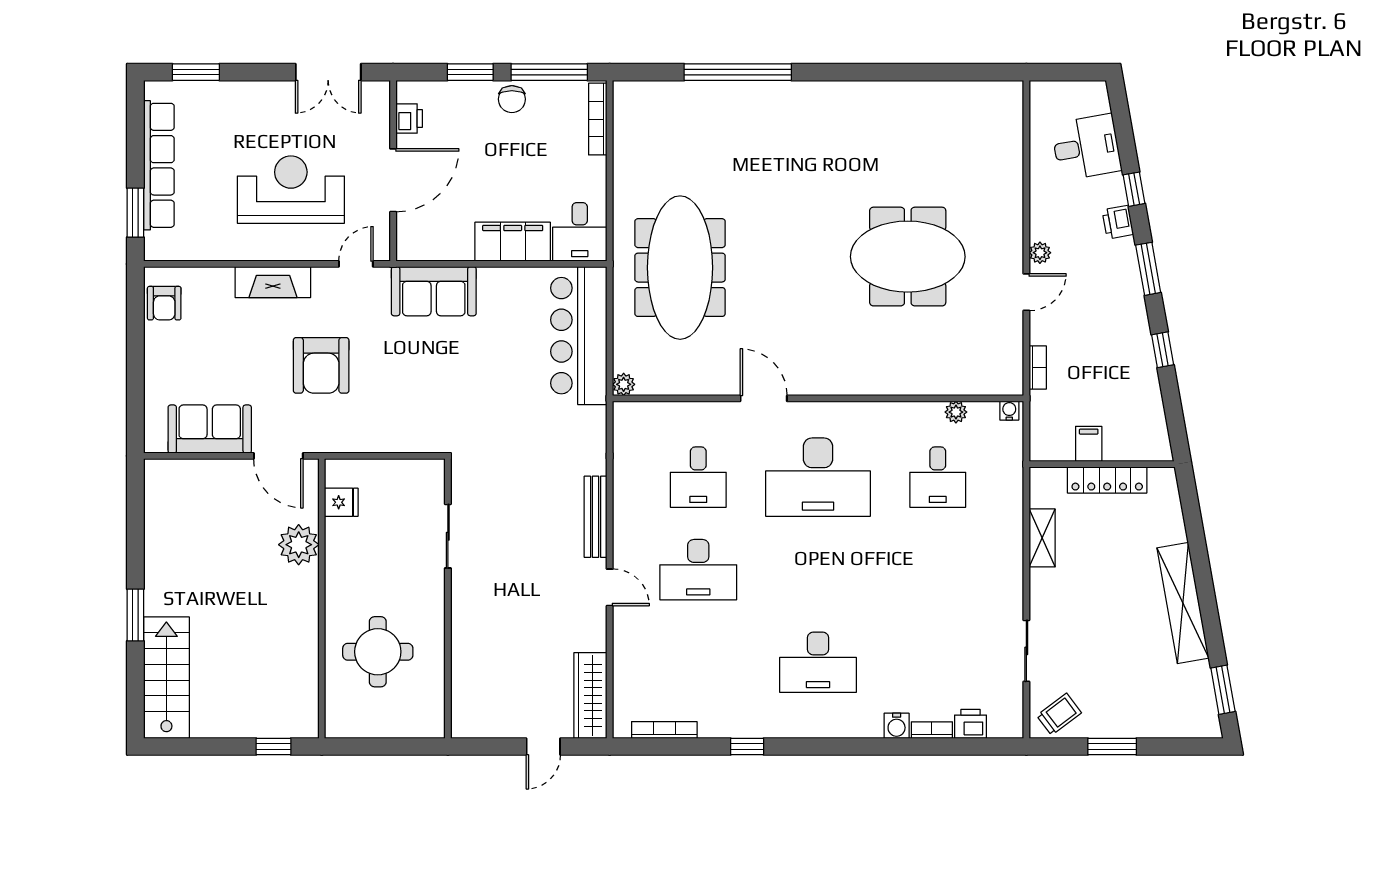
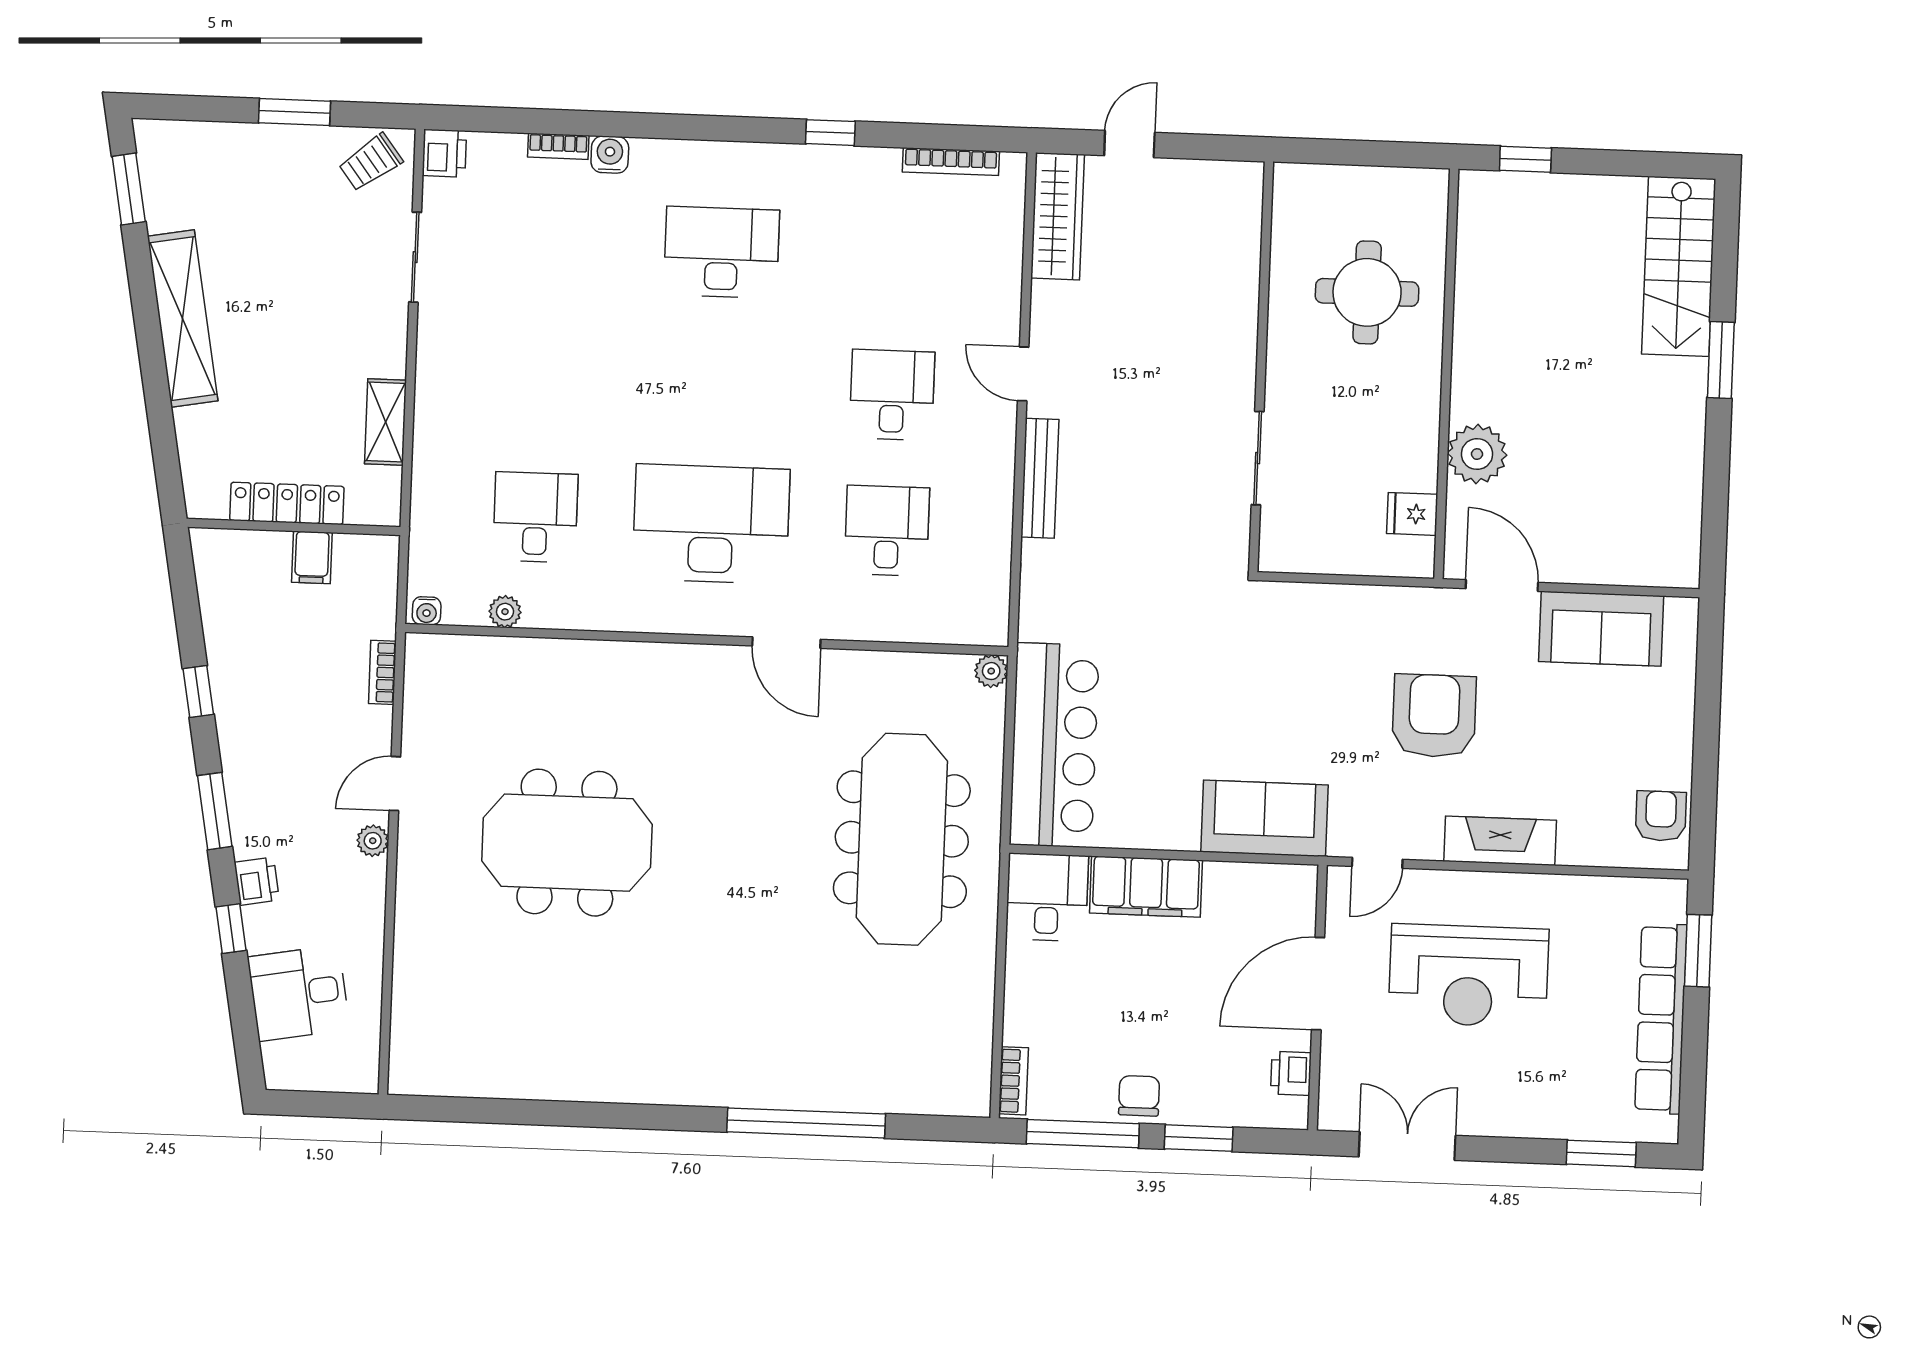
bookcase: (598, 119) -> (1013, 1081), width x0.64
desk: (698, 570) -> (892, 395), width x0.73
printer: (971, 724) -> (444, 153), moved, turned -90

